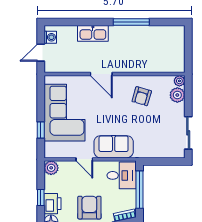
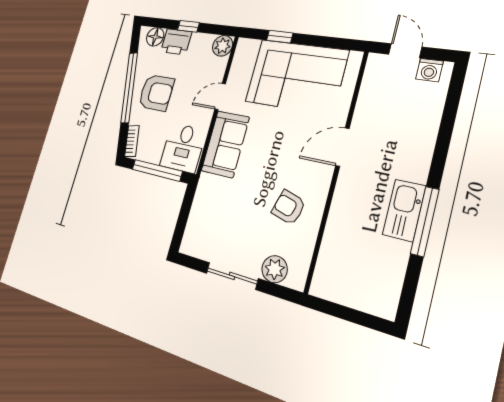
kitchen sink: (93, 33) -> (404, 210), moved
plant: (179, 81) -> (297, 280), removed
sliding door: (188, 133) -> (232, 276), moved

